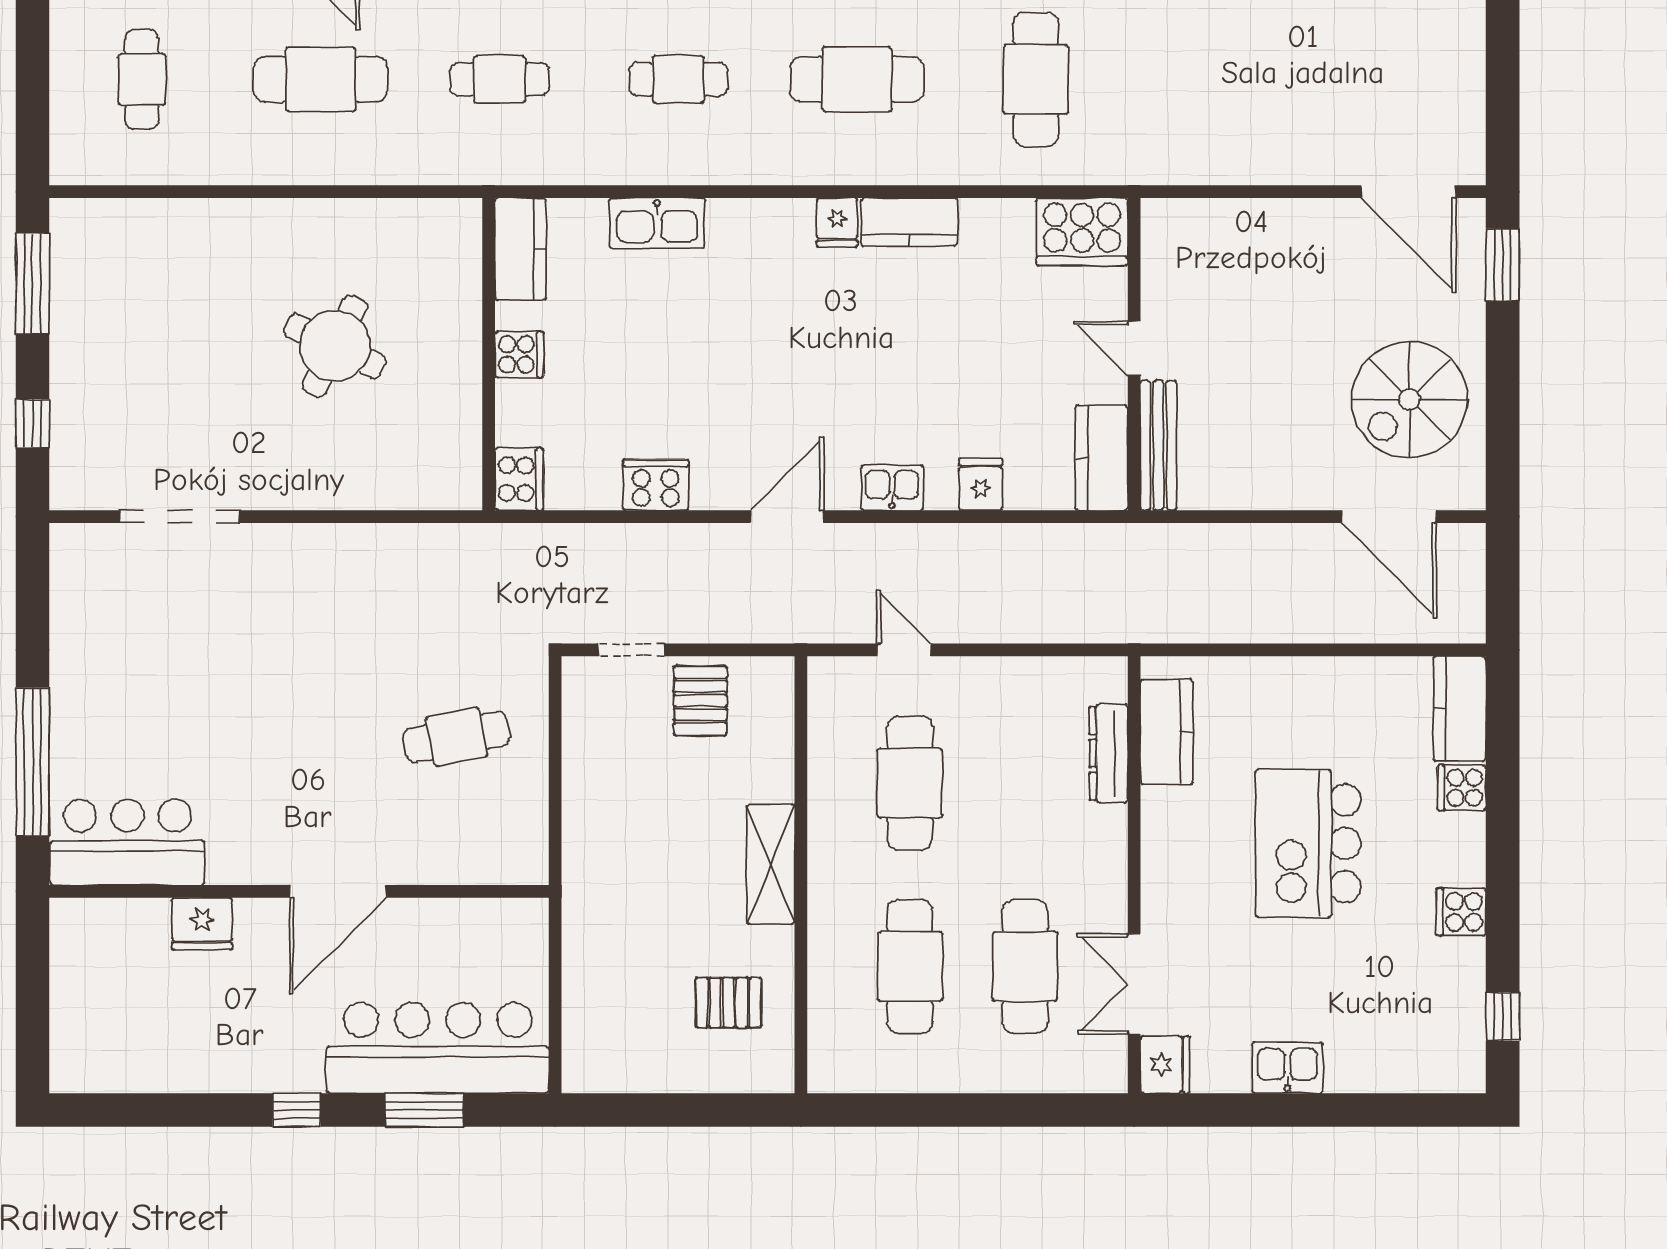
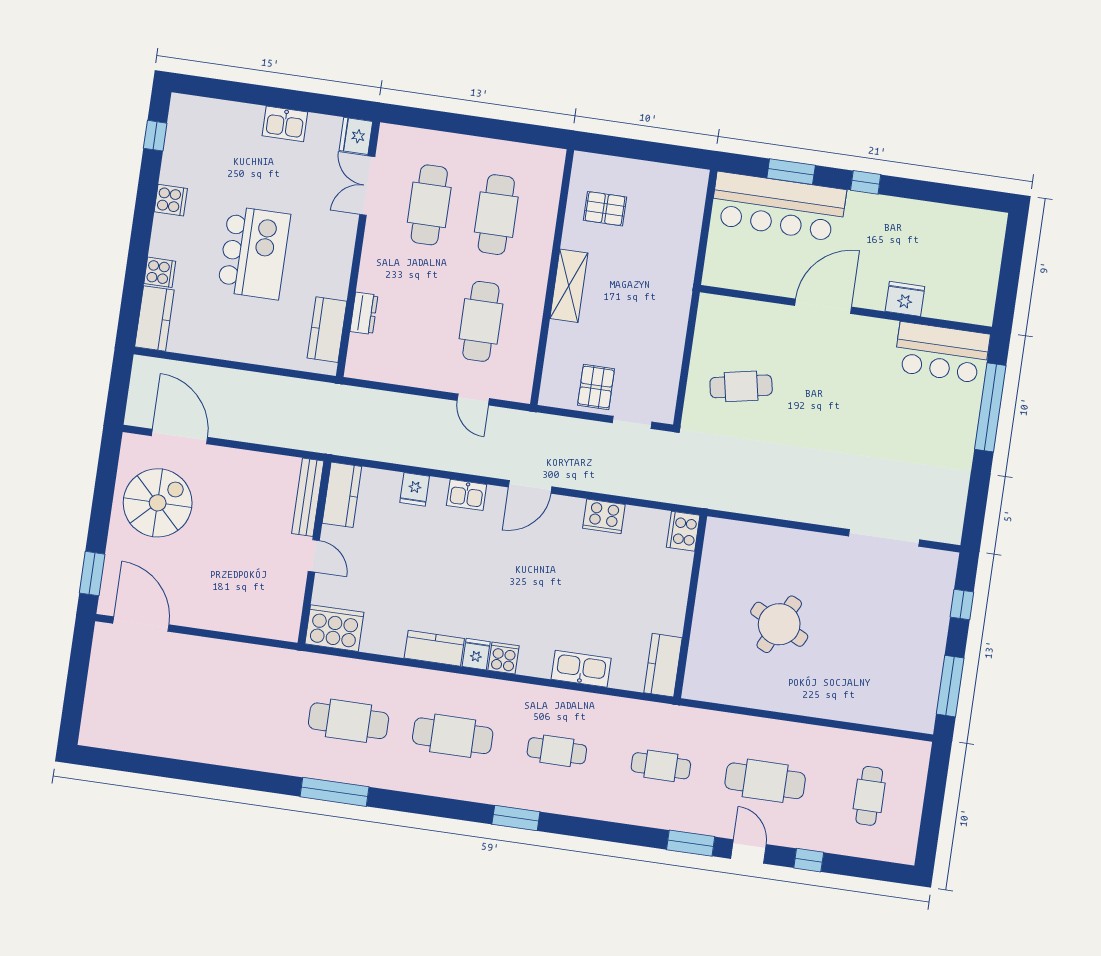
cafe table: (1036, 79) -> (349, 721), turned 90
cooker: (519, 354) -> (504, 658), moved, turned 90
dresser: (1109, 753) -> (364, 313), width x0.70
double door: (1134, 984) -> (367, 186), swing flipped

